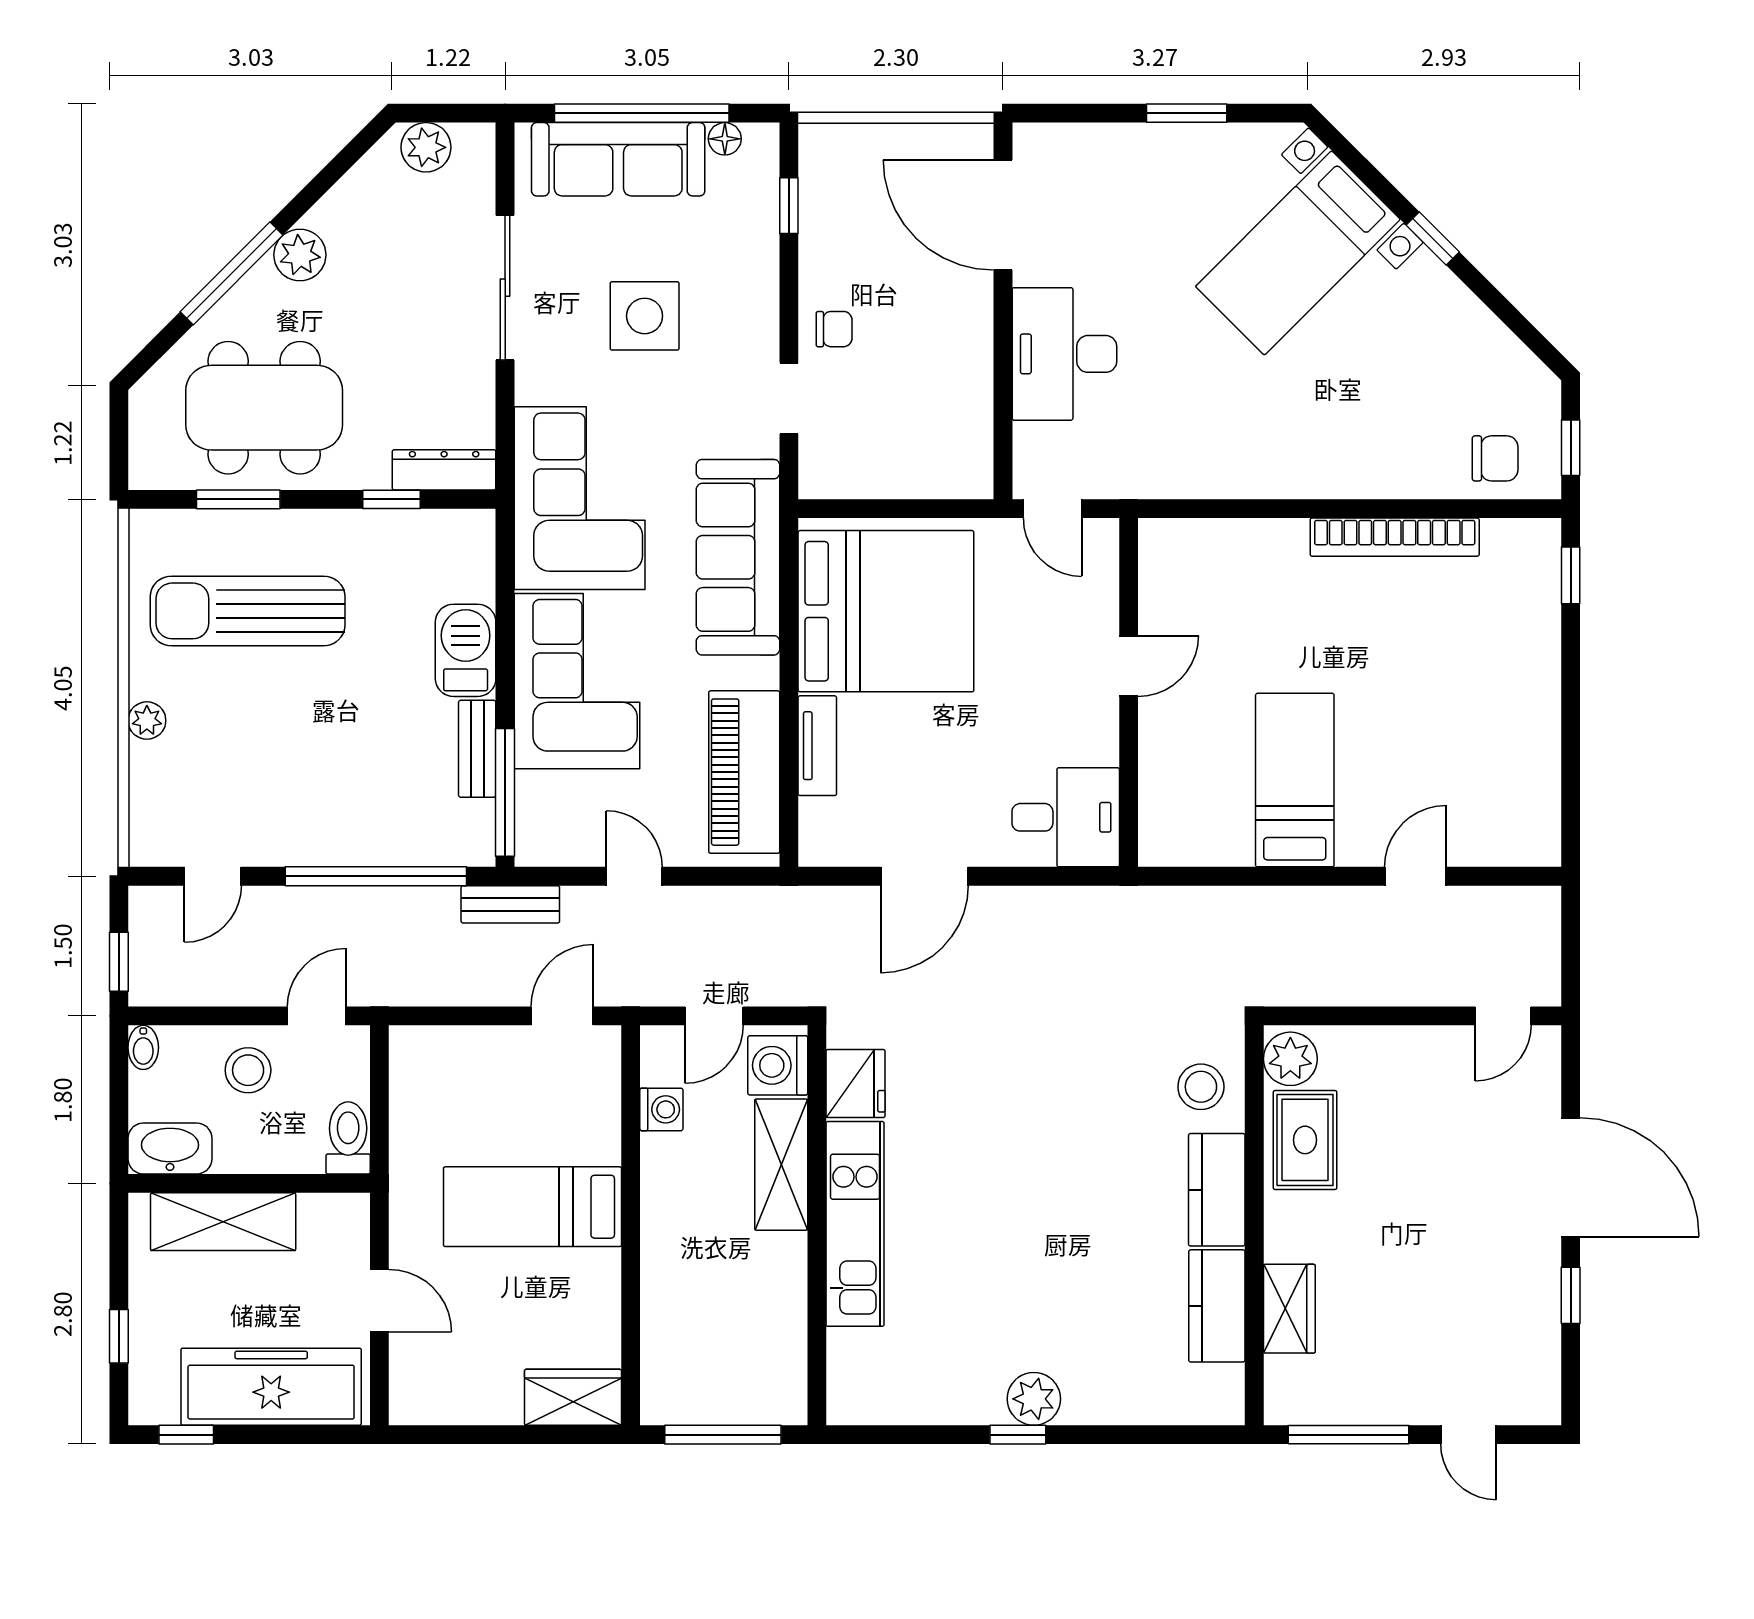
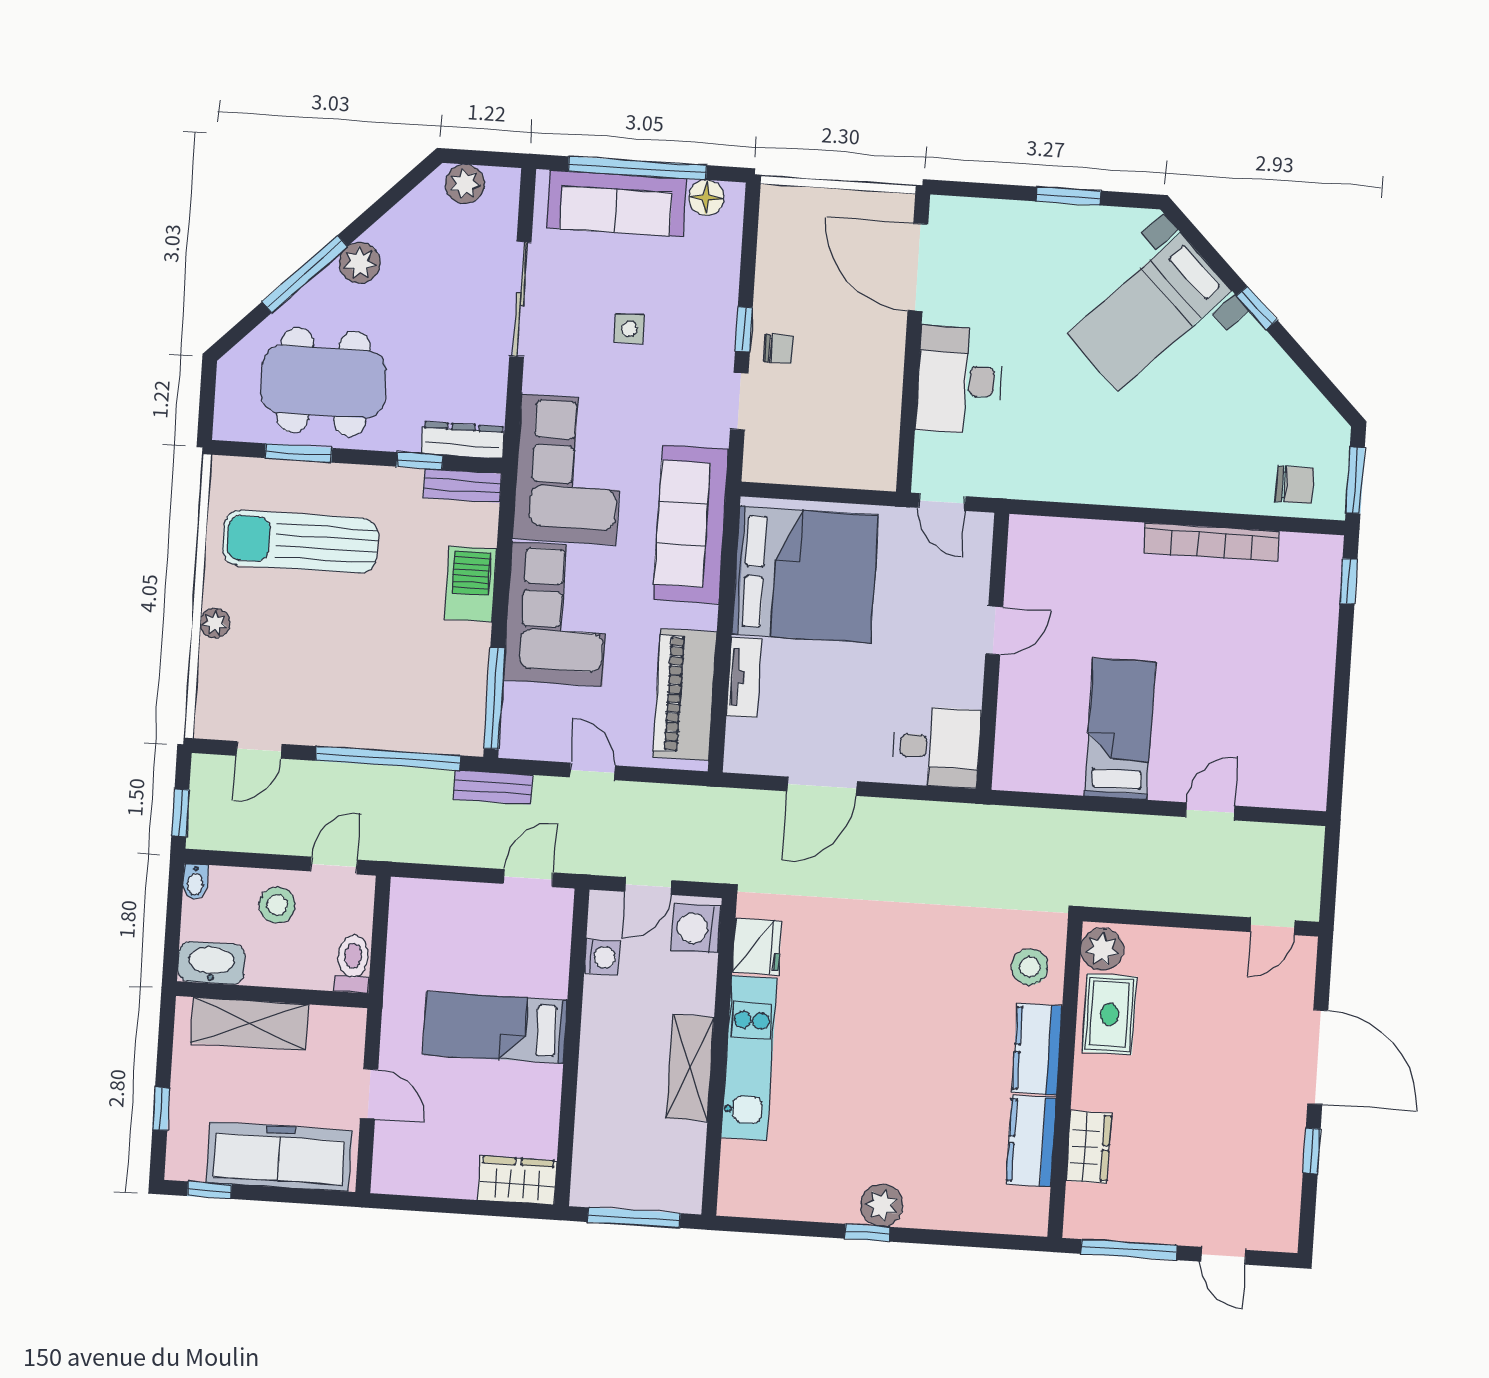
floor lamp: (725, 139) -> (706, 198), width x1.37, depth x1.37
window: (789, 206) -> (744, 329), moved
side table: (645, 316) -> (629, 329), width x0.54, depth x0.54
window: (1571, 448) -> (1355, 480), width x1.50
bench: (477, 749) -> (462, 486), moved, turned 90
shelving: (781, 1165) -> (690, 1068), moved

